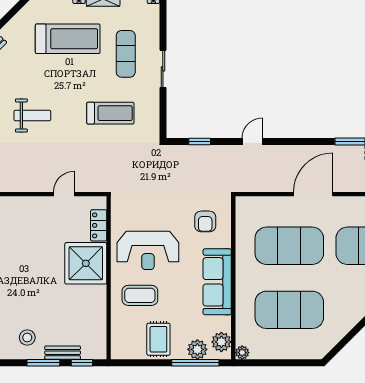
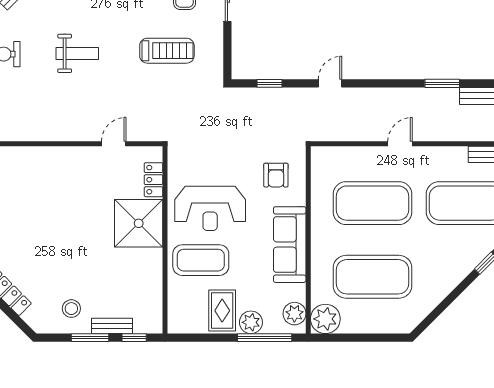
door: (313, 194) -> (400, 144), width x0.53
coffee table: (140, 295) -> (201, 260), width x1.36, depth x1.32
plant: (197, 349) -> (251, 322), moved
plant: (242, 353) -> (325, 319), width x1.87, depth x1.87

